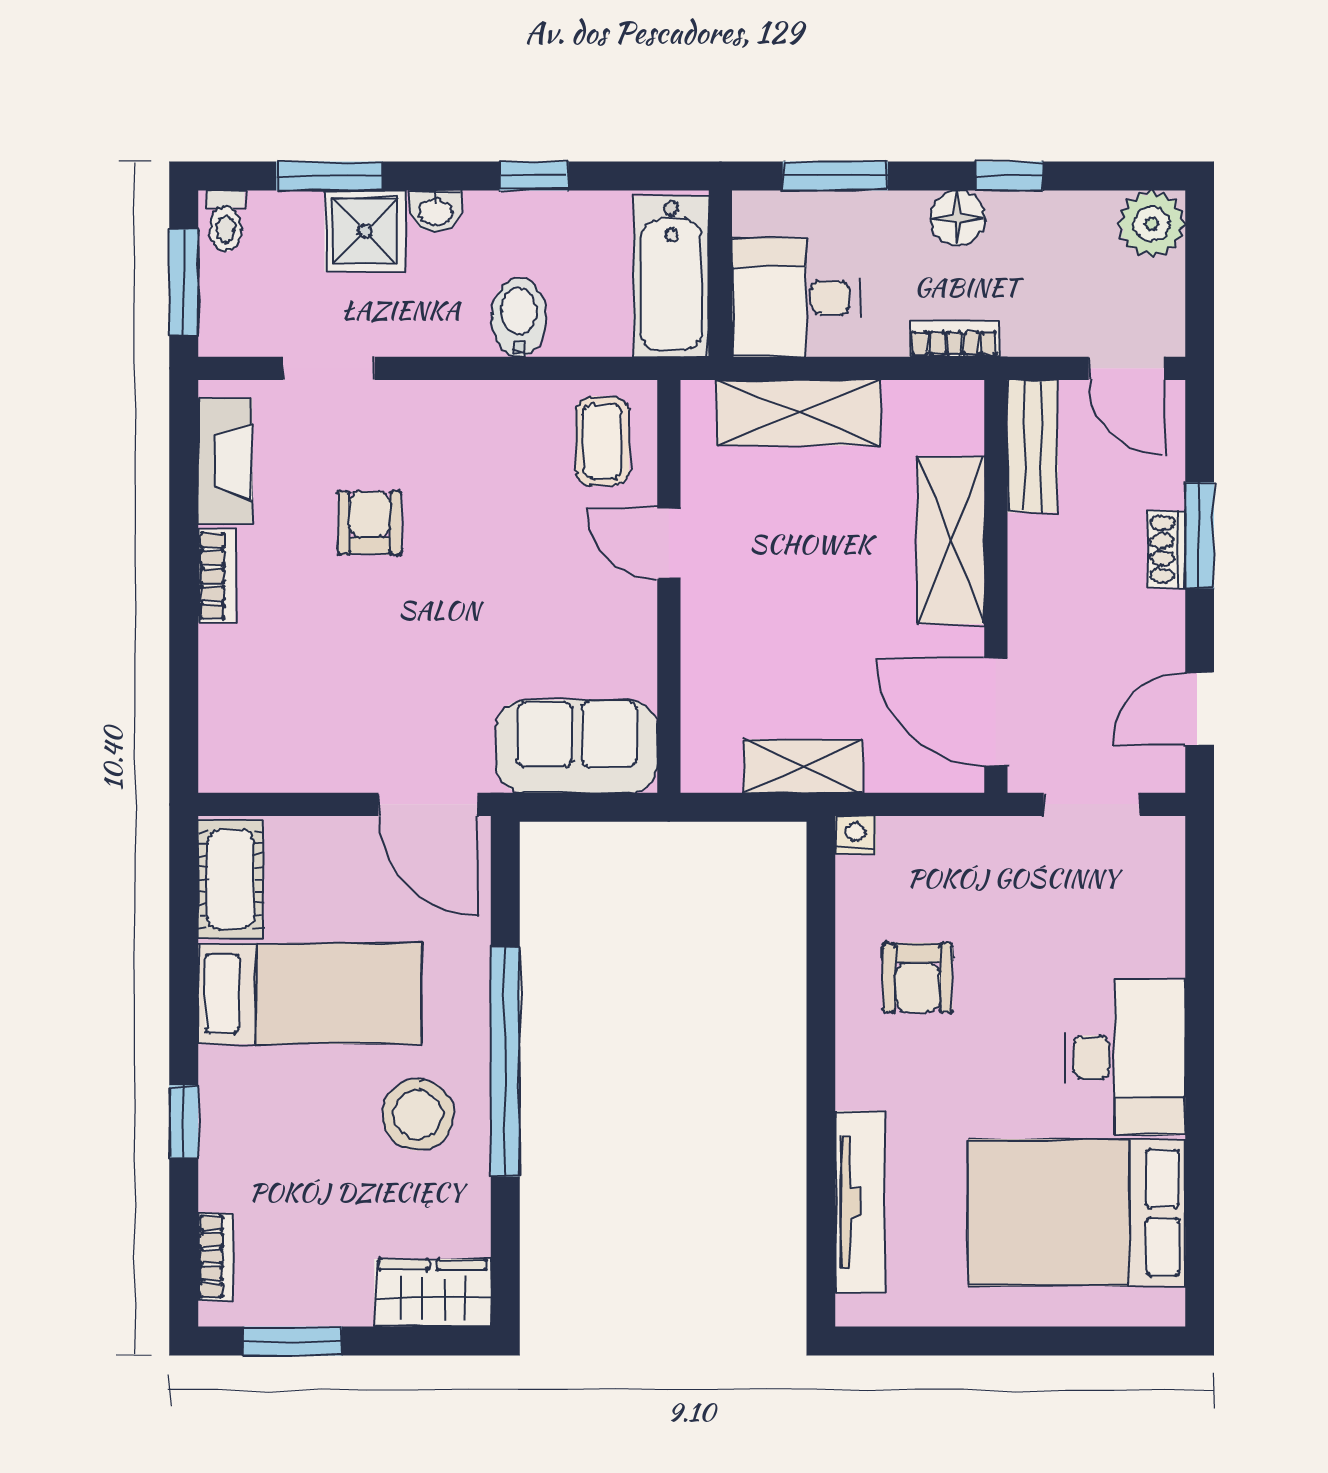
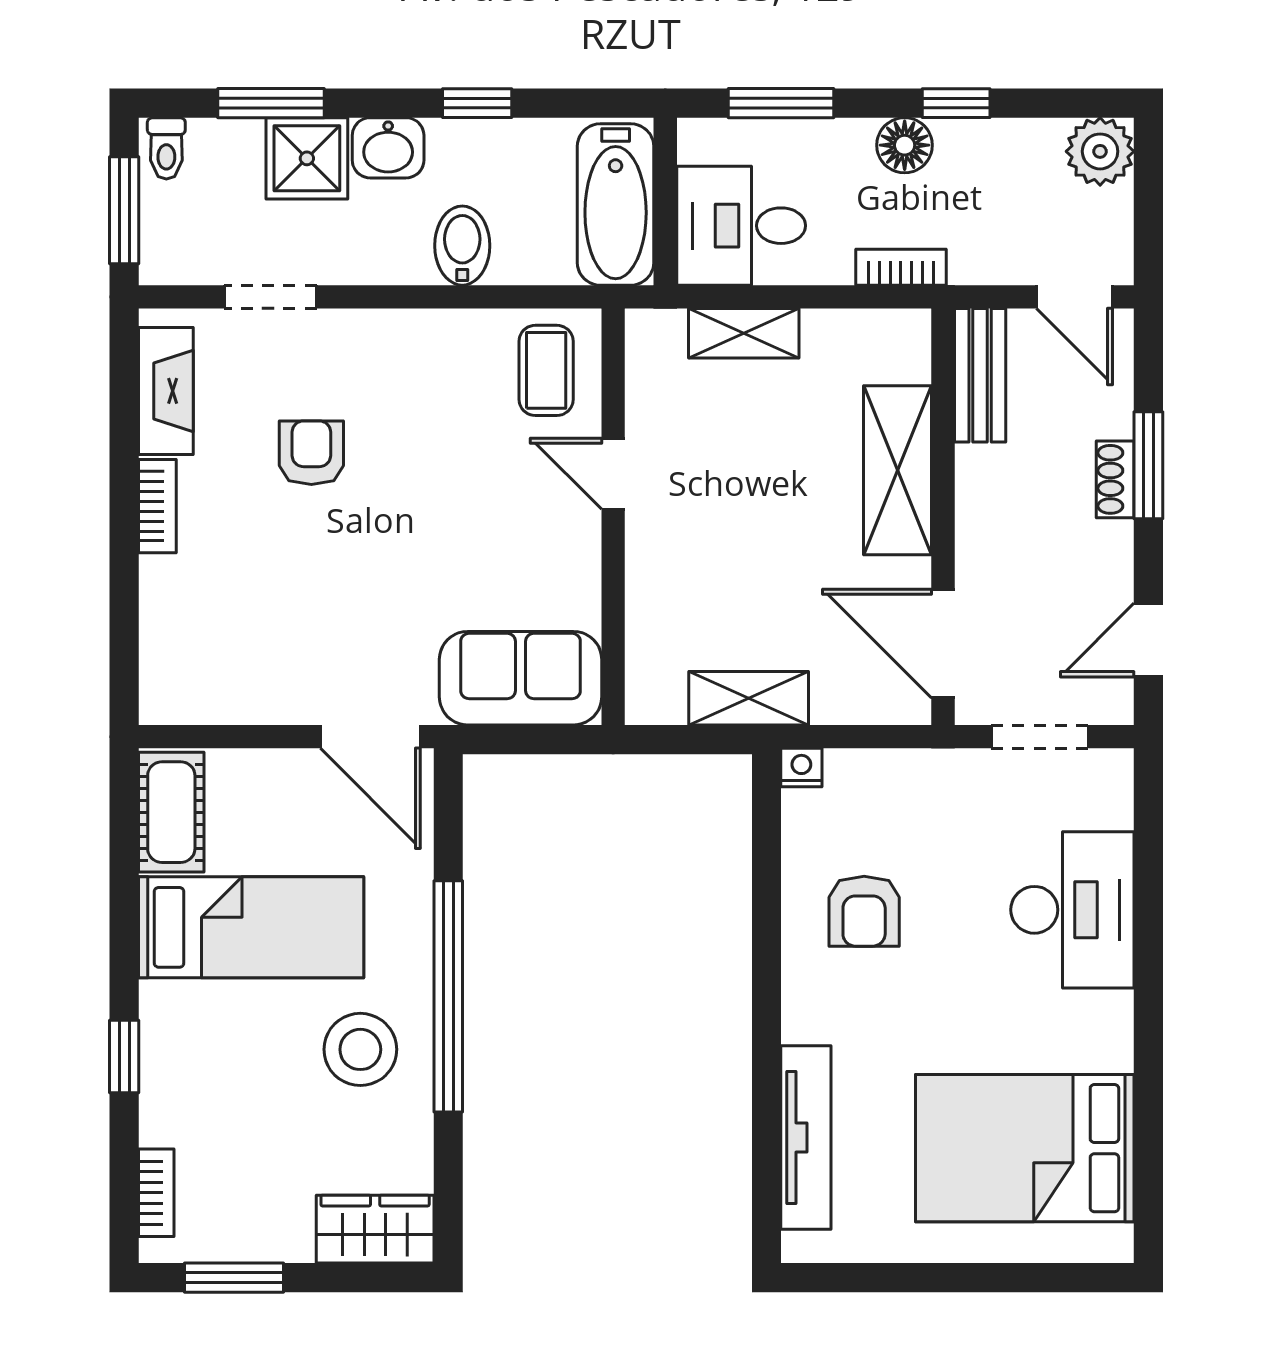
washbasin: (436, 211) -> (388, 148), width x1.38, depth x1.45
shelving: (798, 413) -> (744, 333), width x0.67, depth x0.75
desk: (1124, 1057) -> (1072, 910), moved

